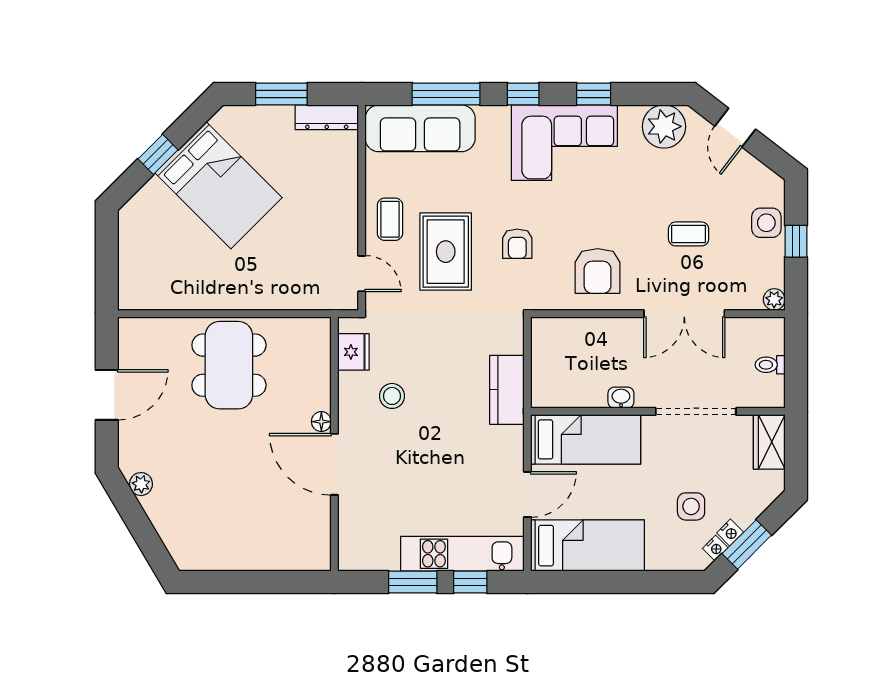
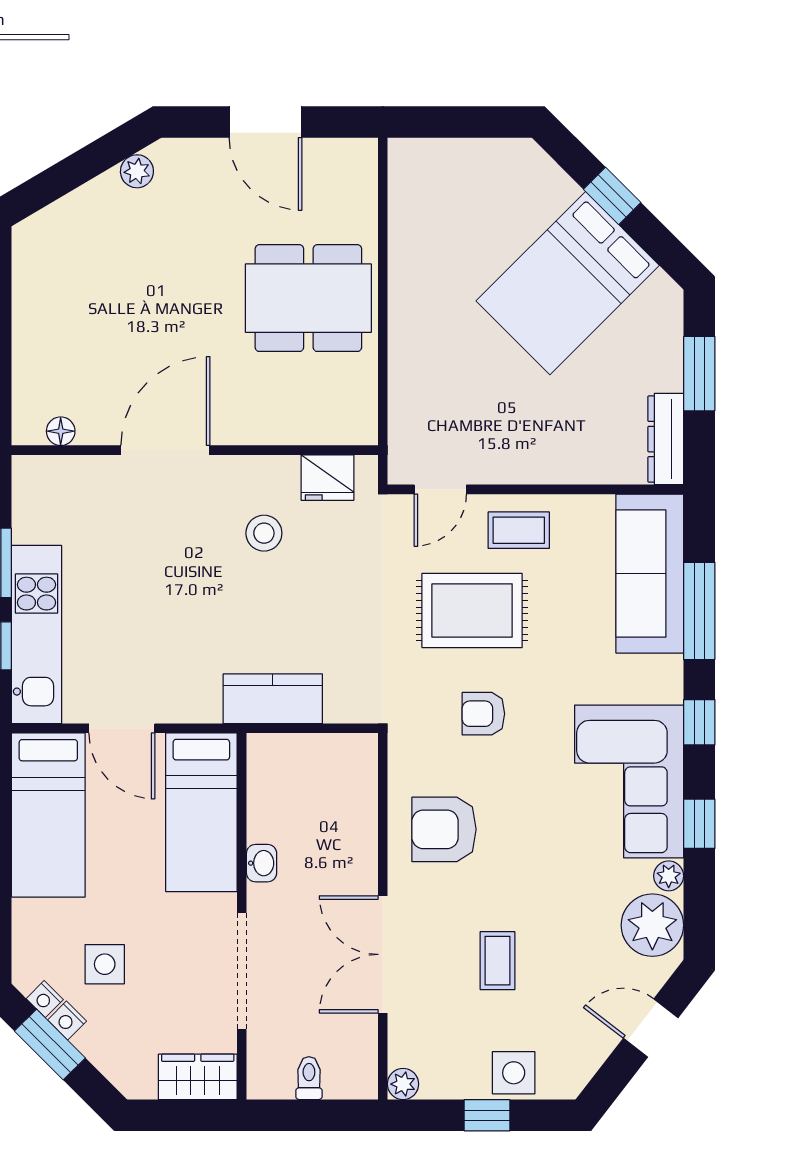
plant: (630, 115) -> (669, 876), added
floor lamp: (321, 422) -> (61, 431), moved

